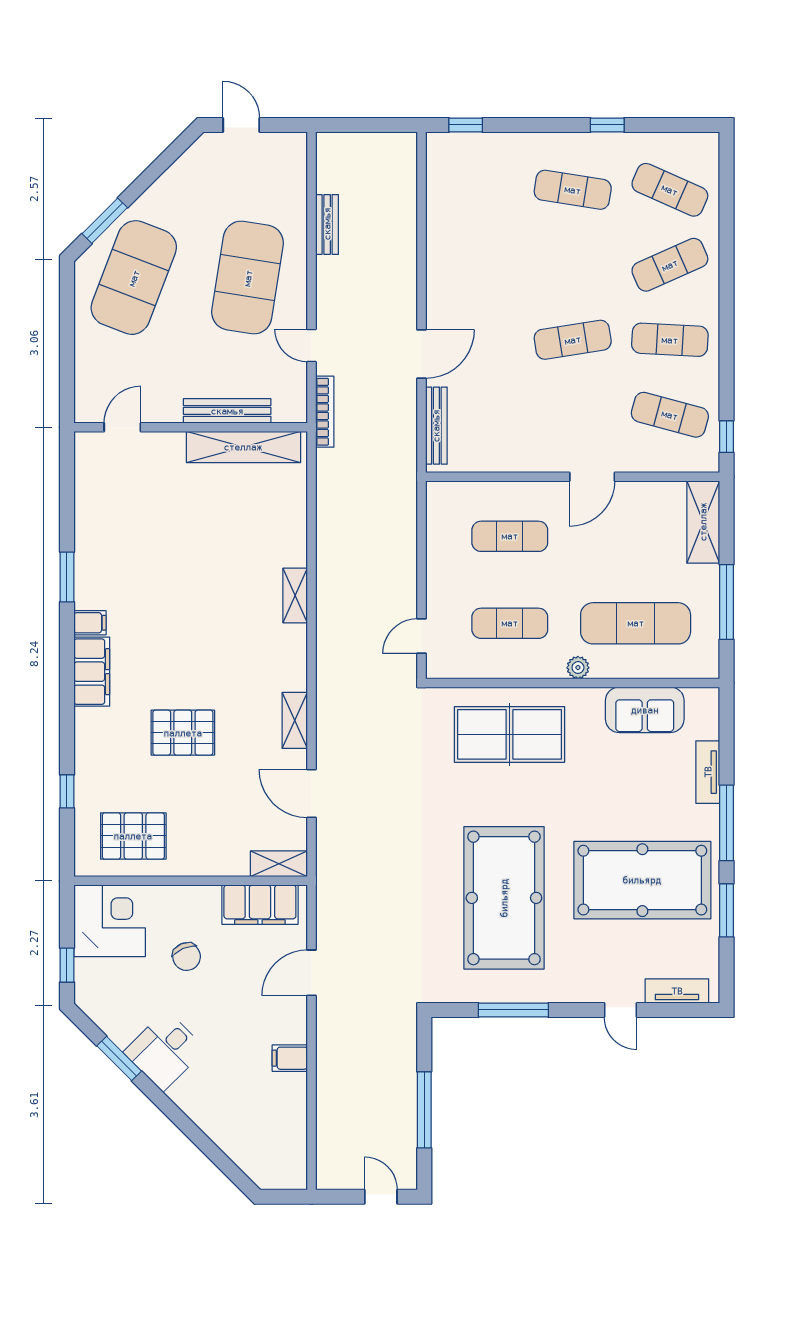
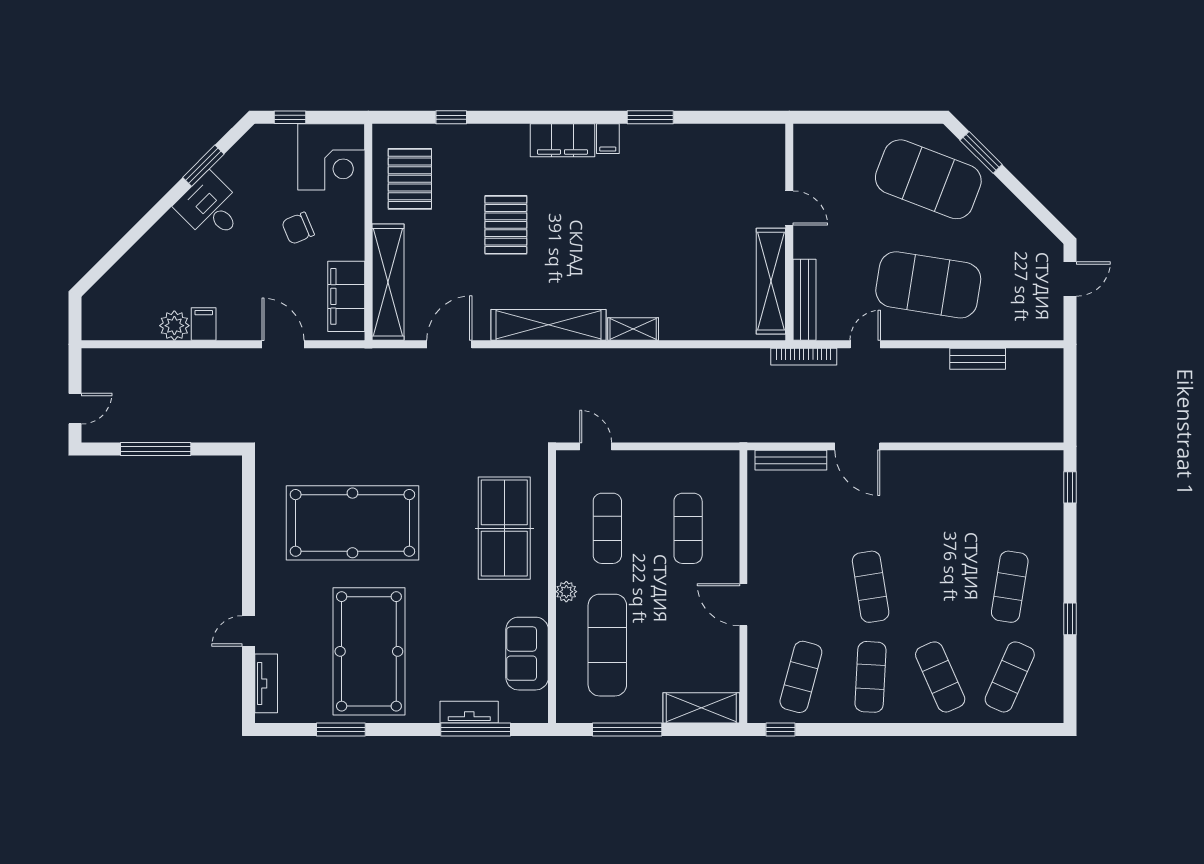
bench: (227, 411) -> (804, 300), moved
door: (122, 427) -> (789, 208), moved
shelving: (295, 720) -> (548, 325), width x2.20, depth x1.33
window: (727, 823) -> (476, 730), moved
shelving: (279, 864) -> (388, 282), width x2.20, depth x1.33
window: (513, 1010) -> (248, 532), removed
plant: (291, 1090) -> (174, 326), added

